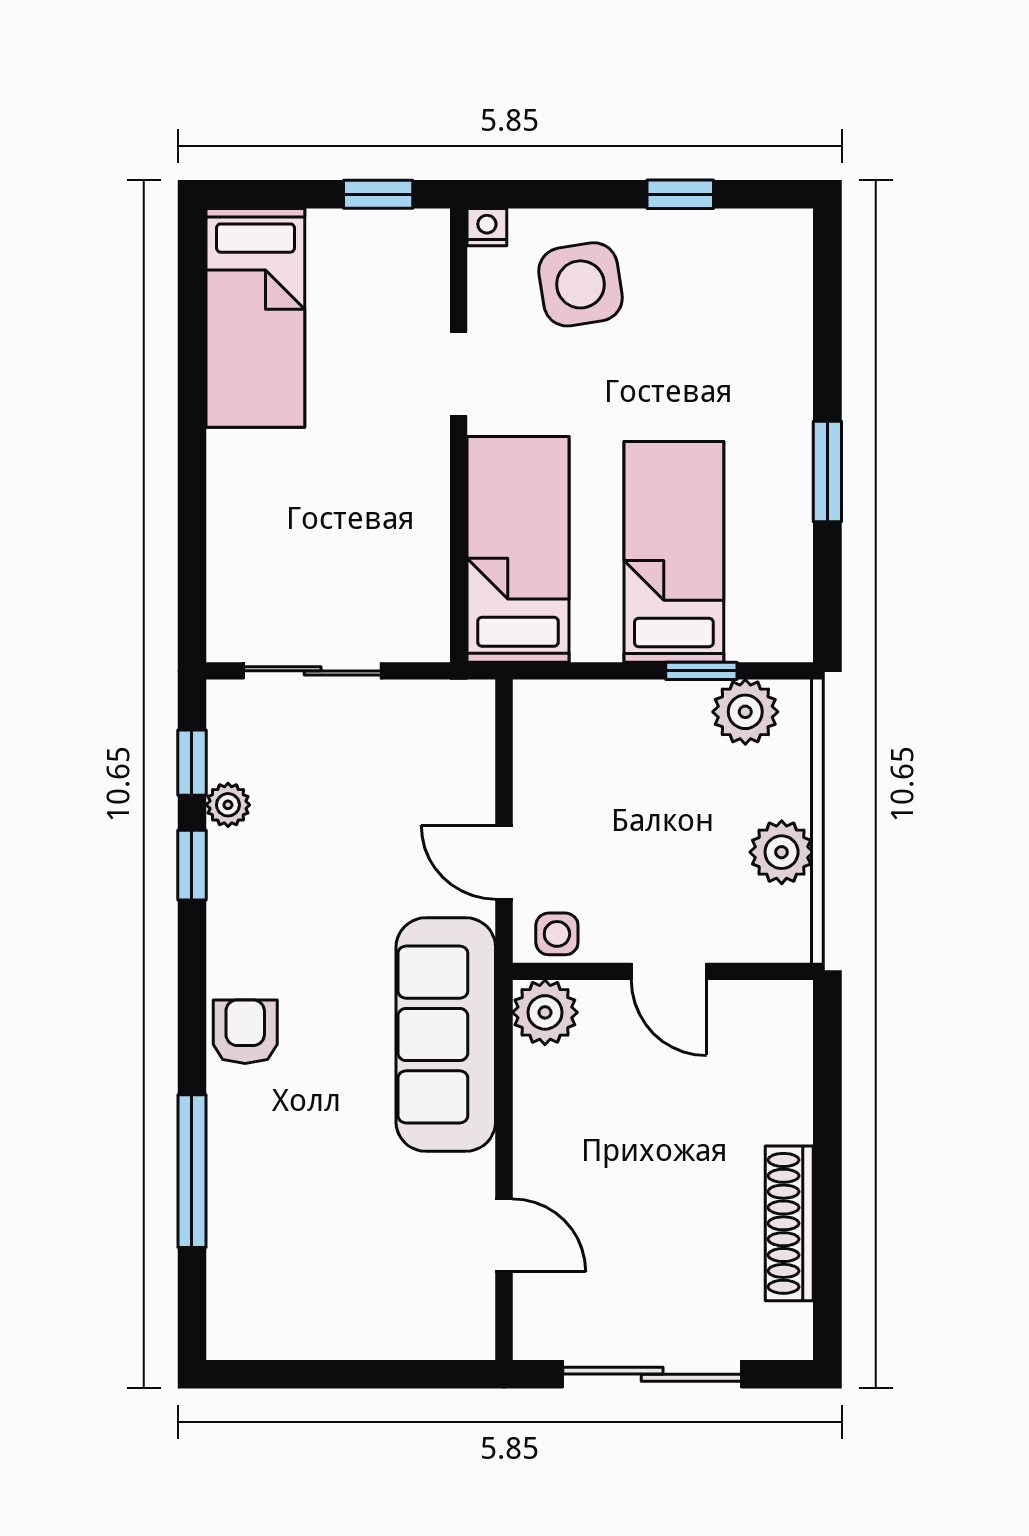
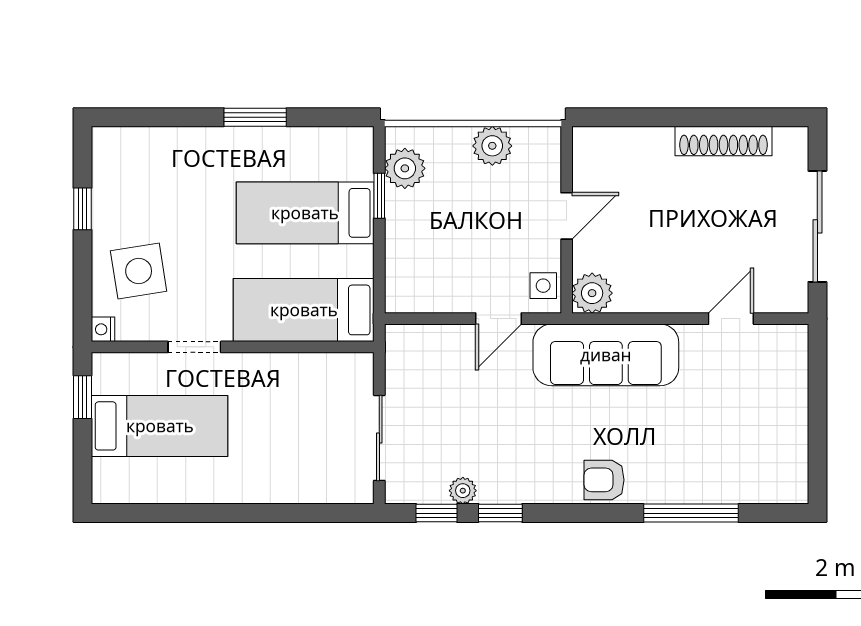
bed: (255, 318) -> (160, 426), moved

